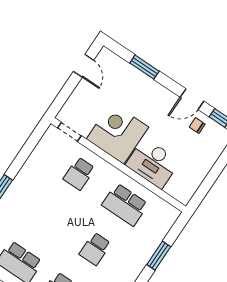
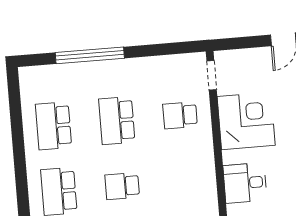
desk: (153, 163) -> (245, 183), width x0.73
school desk: (125, 204) -> (117, 121), moved

